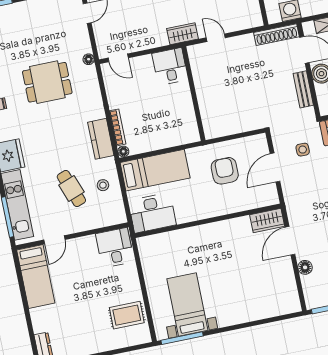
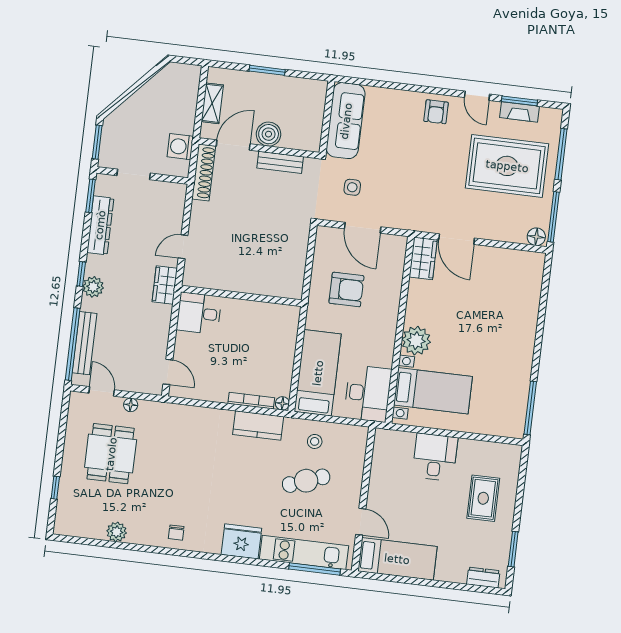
door: (118, 58) -> (168, 372), hinge flipped
floor lamp: (89, 59) -> (131, 405), moved
dining table: (47, 82) -> (111, 454), moved
armchair: (225, 171) -> (346, 289), turned 180
plant: (204, 236) -> (416, 341), added
desk: (115, 248) -> (435, 457), moved, turned 90
floor lamp: (305, 267) -> (536, 237), moved
bed with nightstands: (187, 305) -> (433, 391), moved, turned 180
rug: (127, 315) -> (483, 498), moved

